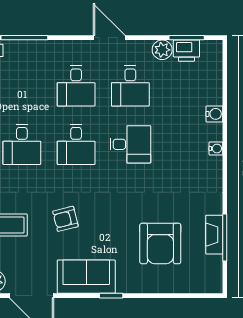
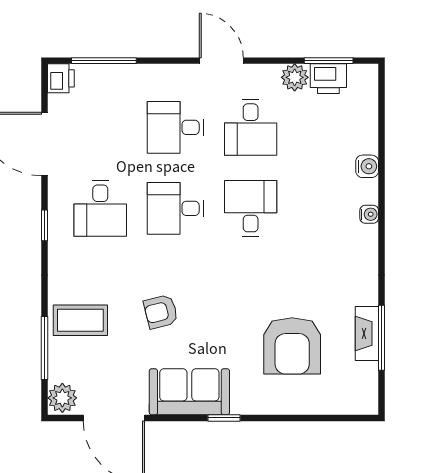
desk: (76, 86) -> (175, 127), turned 90
desk: (76, 144) -> (175, 208), turned 90
desk: (130, 144) -> (251, 208), turned -90

